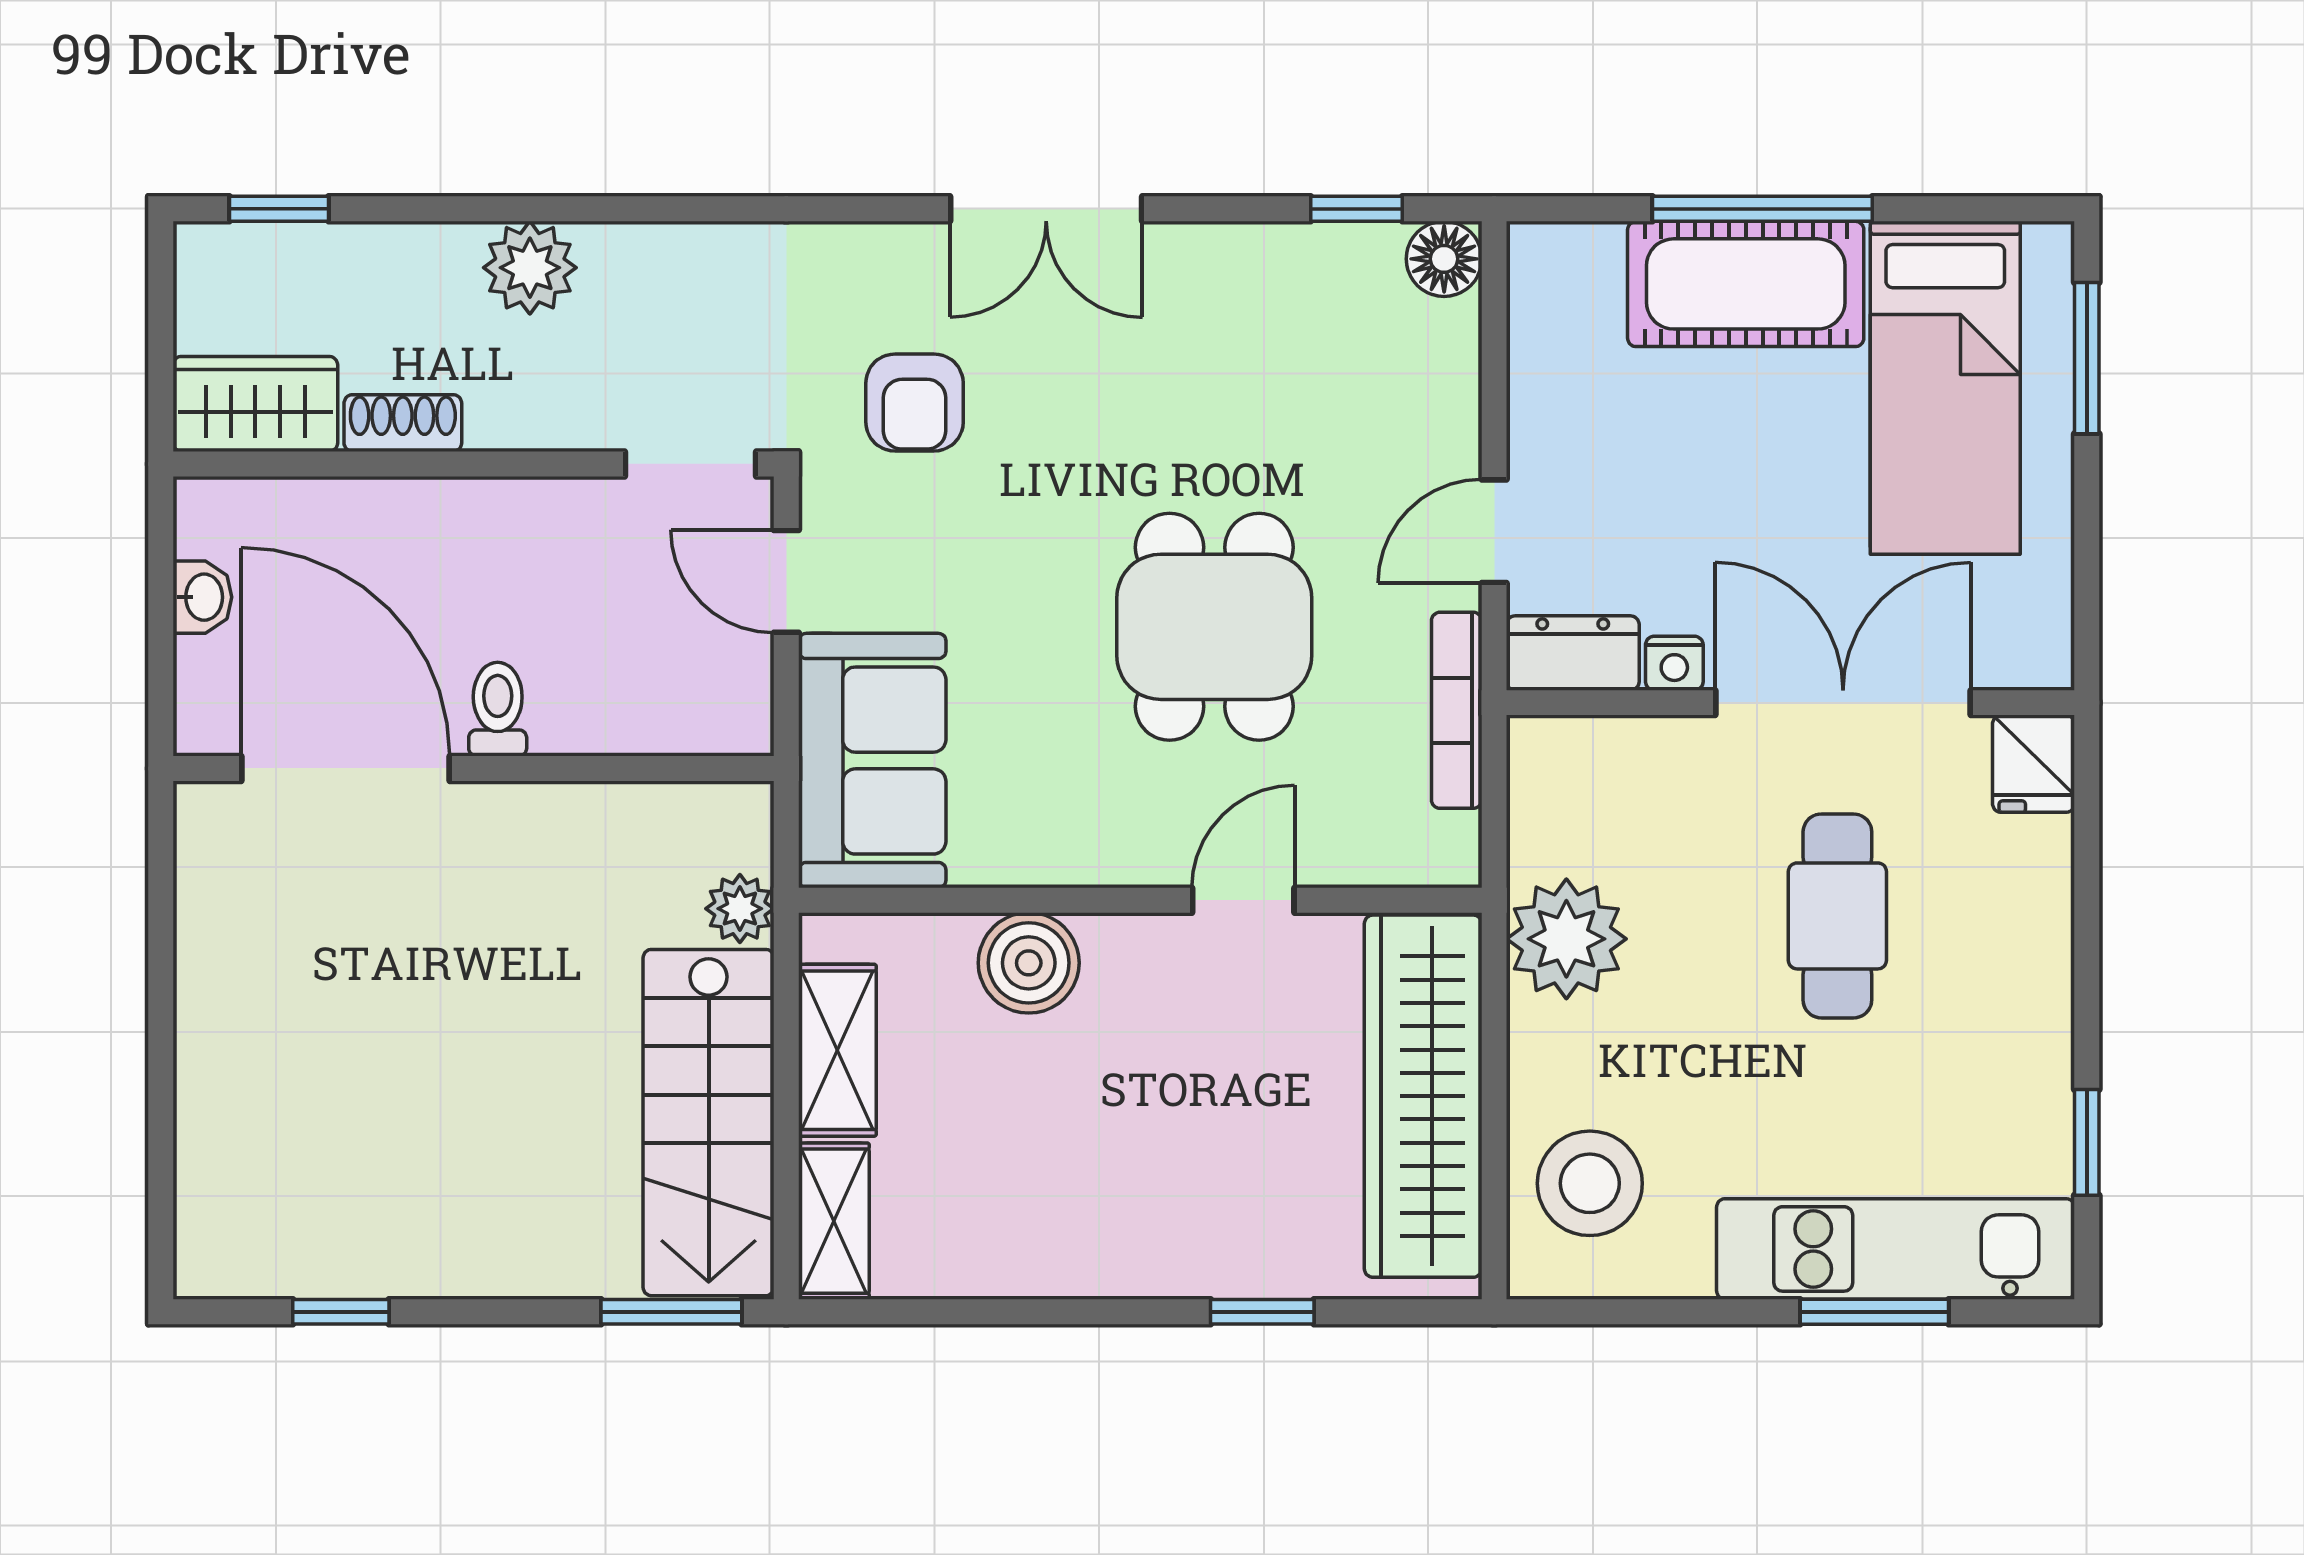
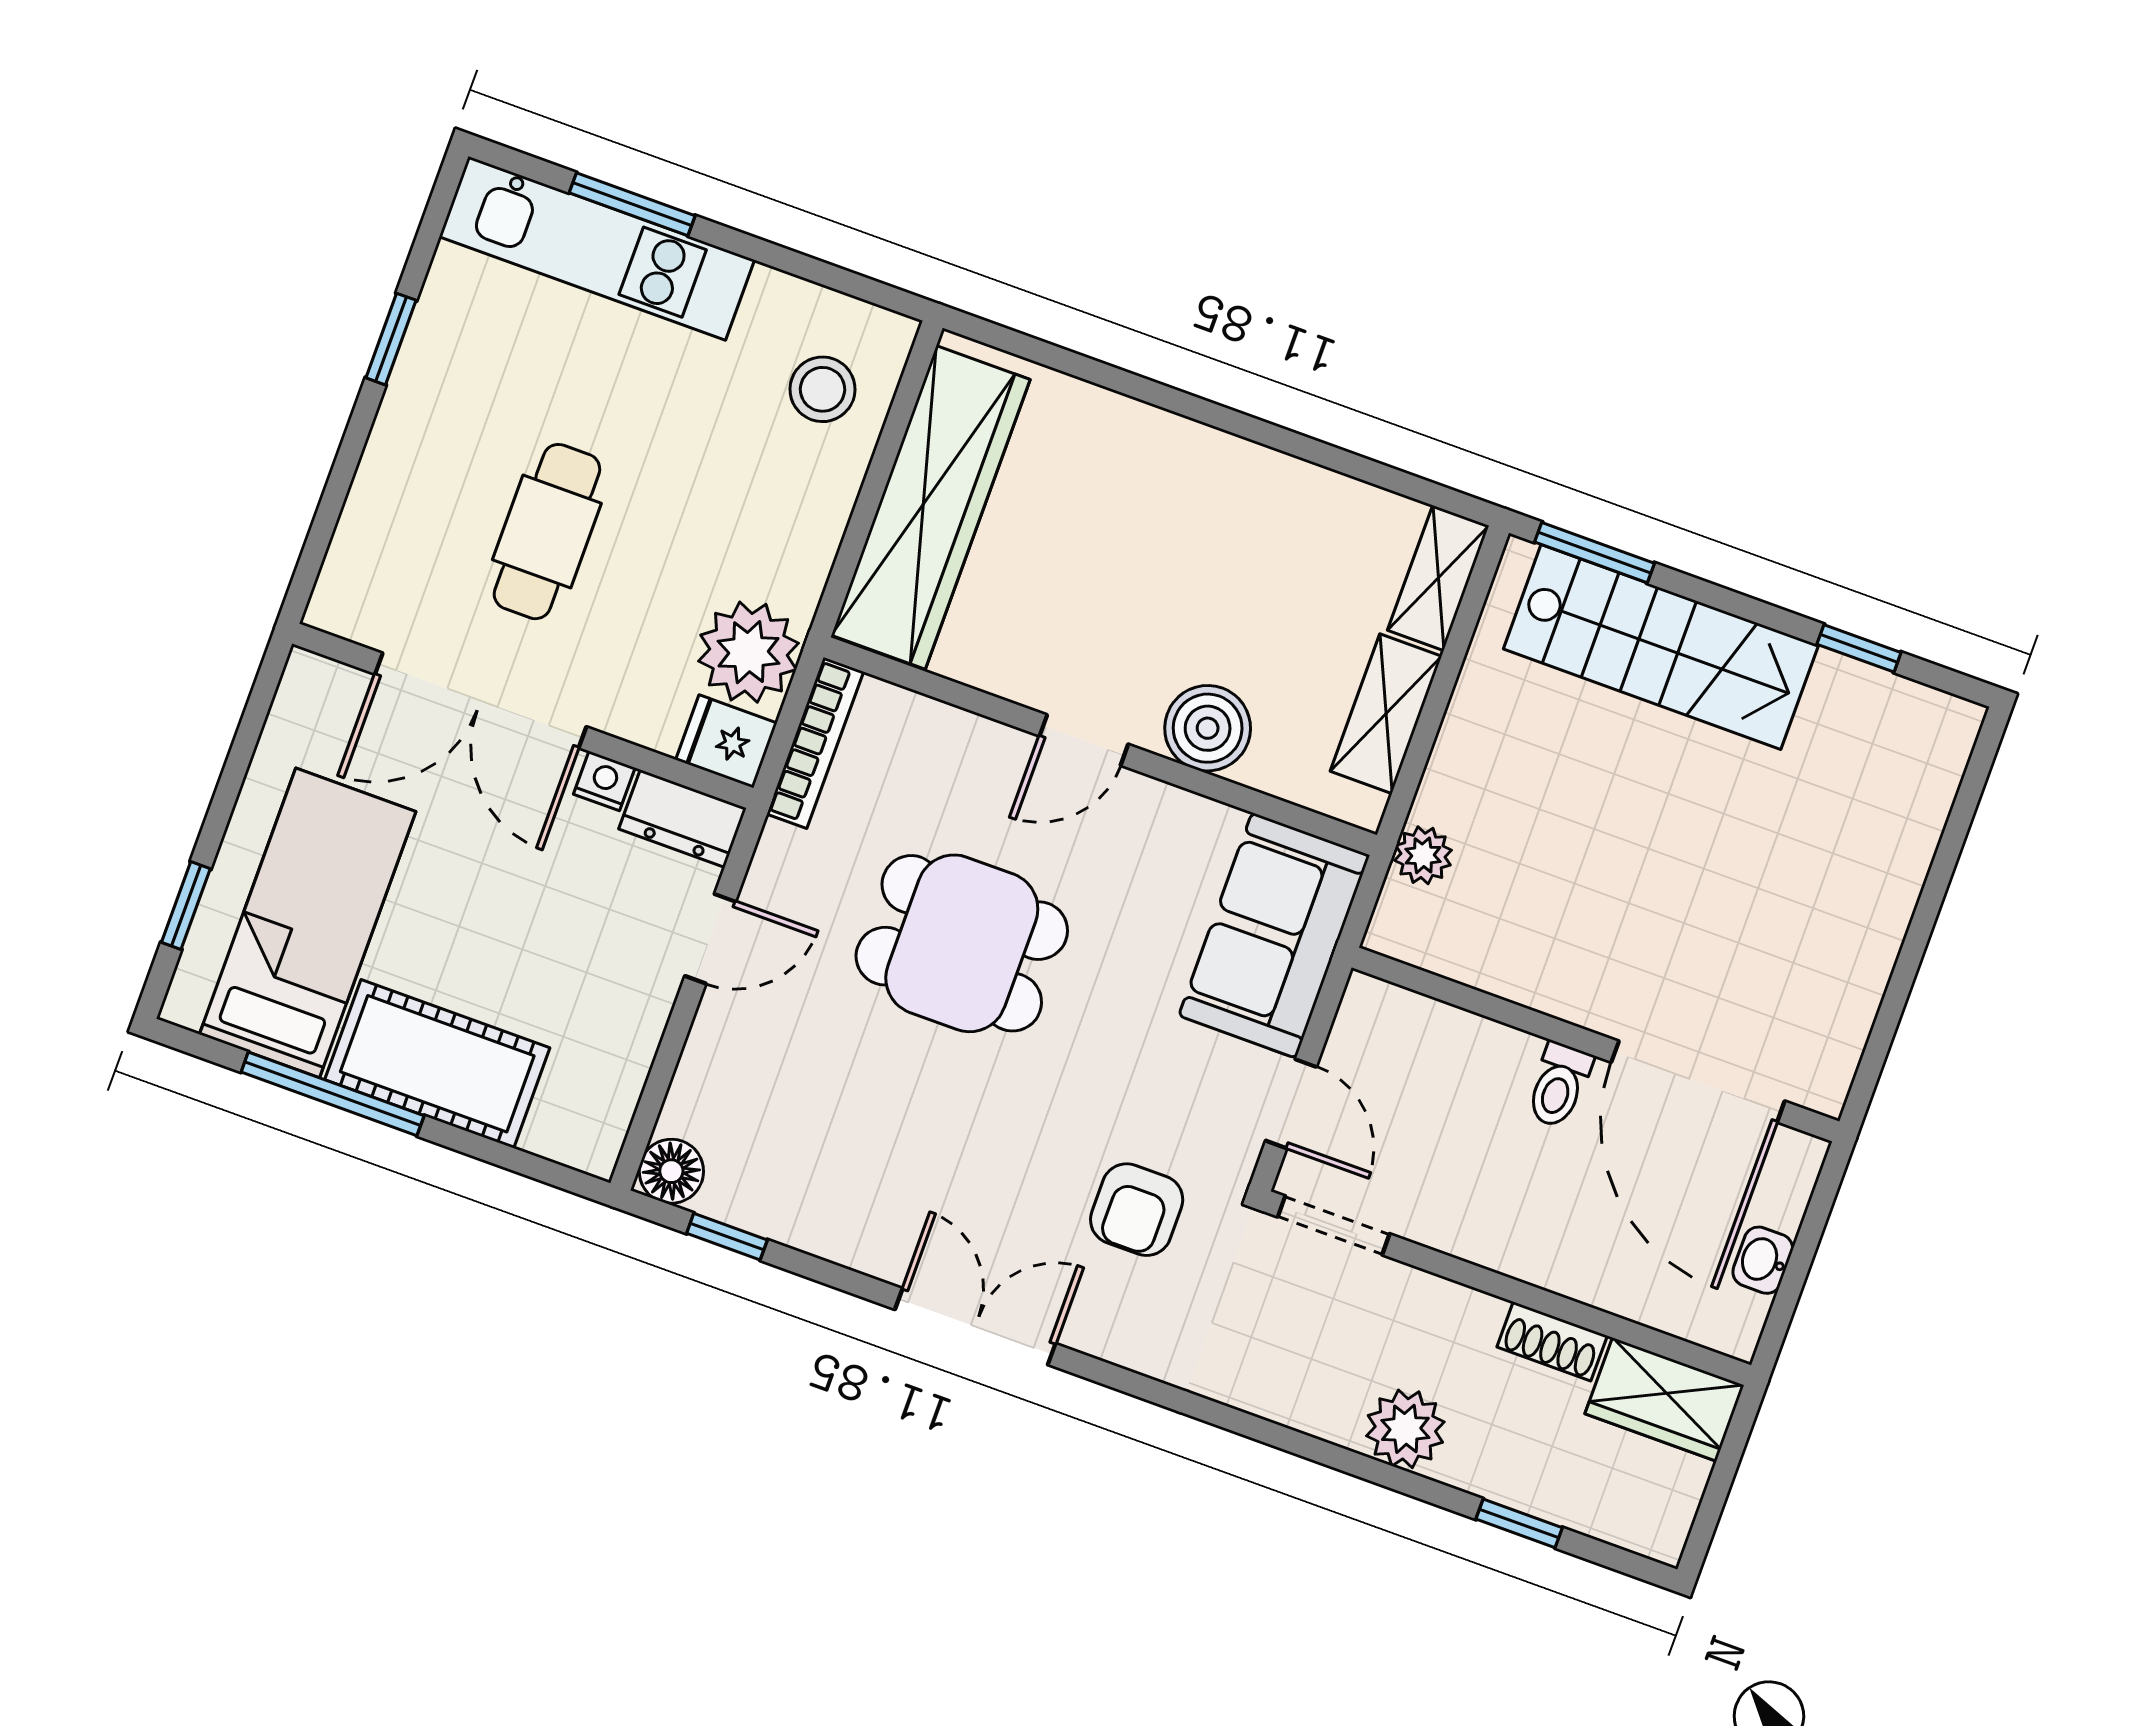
window: (279, 209) -> (1519, 1523), moved
window: (1762, 209) -> (333, 1094), moved
window: (2087, 358) -> (186, 906), width x0.67
armchair: (915, 403) -> (1137, 1210), turned 180
dining table: (1214, 627) -> (962, 943), turned 90
bookcase: (1457, 710) -> (815, 743), moved
fridge: (2034, 764) -> (726, 741), moved, turned -90
door: (1243, 900) -> (1084, 740), moved
plant: (1566, 939) -> (749, 652), moved
stairs: (709, 1123) -> (1661, 647), moved, turned 90
window: (2087, 1142) -> (391, 339), moved
stool: (1590, 1183) -> (823, 389), width x0.73, depth x0.73
window: (1262, 1312) -> (1122, 381), removed

